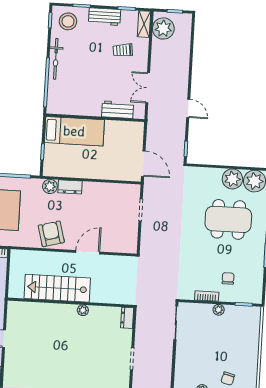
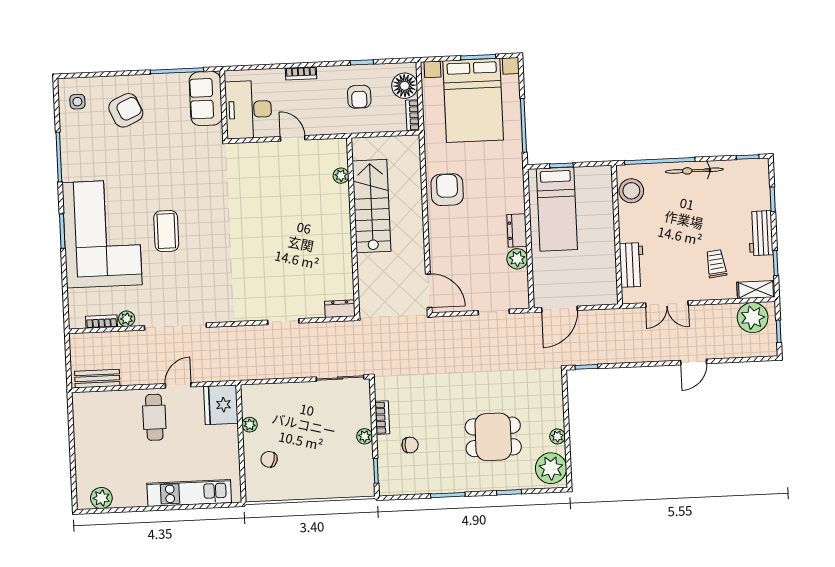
stool: (68, 21) -> (631, 191), moved
double door: (148, 88) -> (667, 304), swing flipped
door: (188, 108) -> (694, 362), moved
bed: (74, 131) -> (557, 209), moved
plant: (232, 179) -> (557, 436), width x0.53, depth x0.53
plant: (50, 186) -> (517, 259), moved
dresser: (70, 187) -> (517, 230), moved
dining table: (228, 219) -> (493, 437), width x0.73
armchair: (51, 234) -> (447, 190), turned -75
door: (88, 252) -> (429, 291), moved
plant: (83, 310) -> (341, 176), moved

